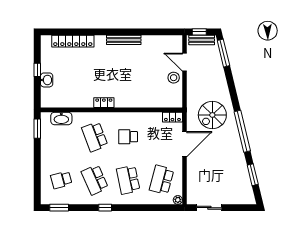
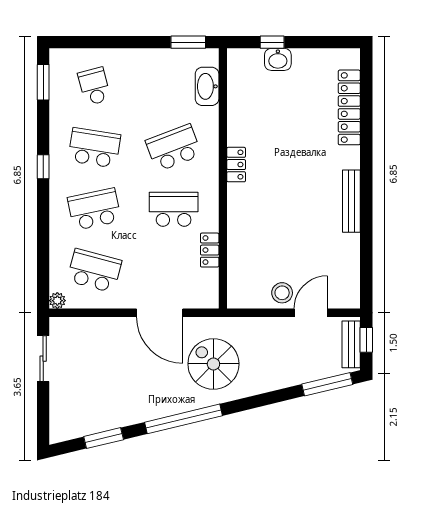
window: (37, 70) -> (272, 42), moved
locker: (172, 117) -> (210, 250), moved
school desk: (128, 137) -> (174, 209), width x1.85
school desk: (95, 180) -> (94, 148), turned 33

